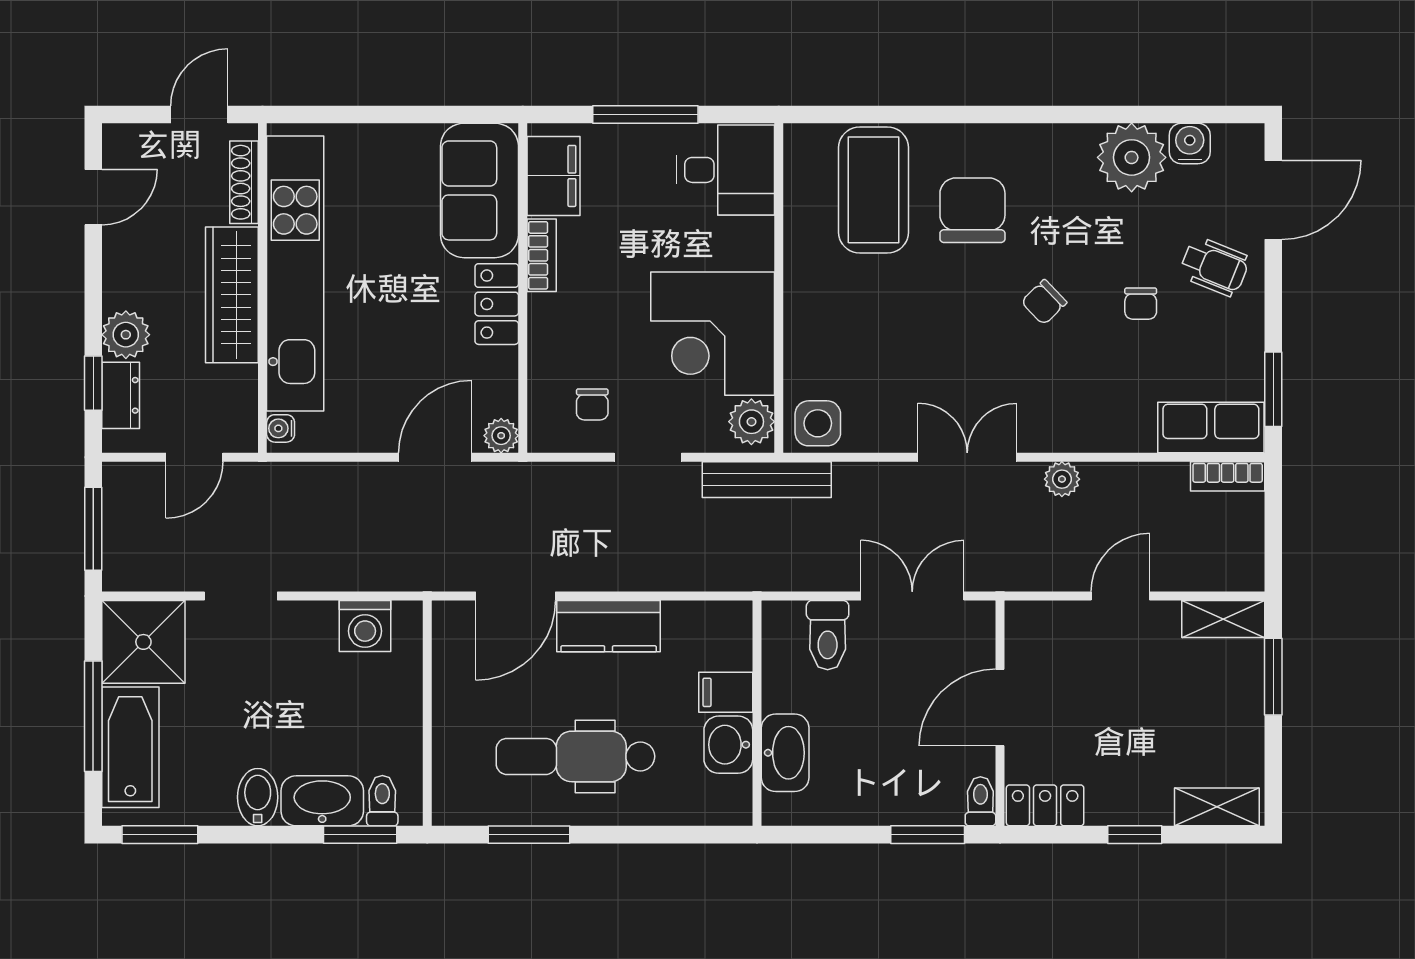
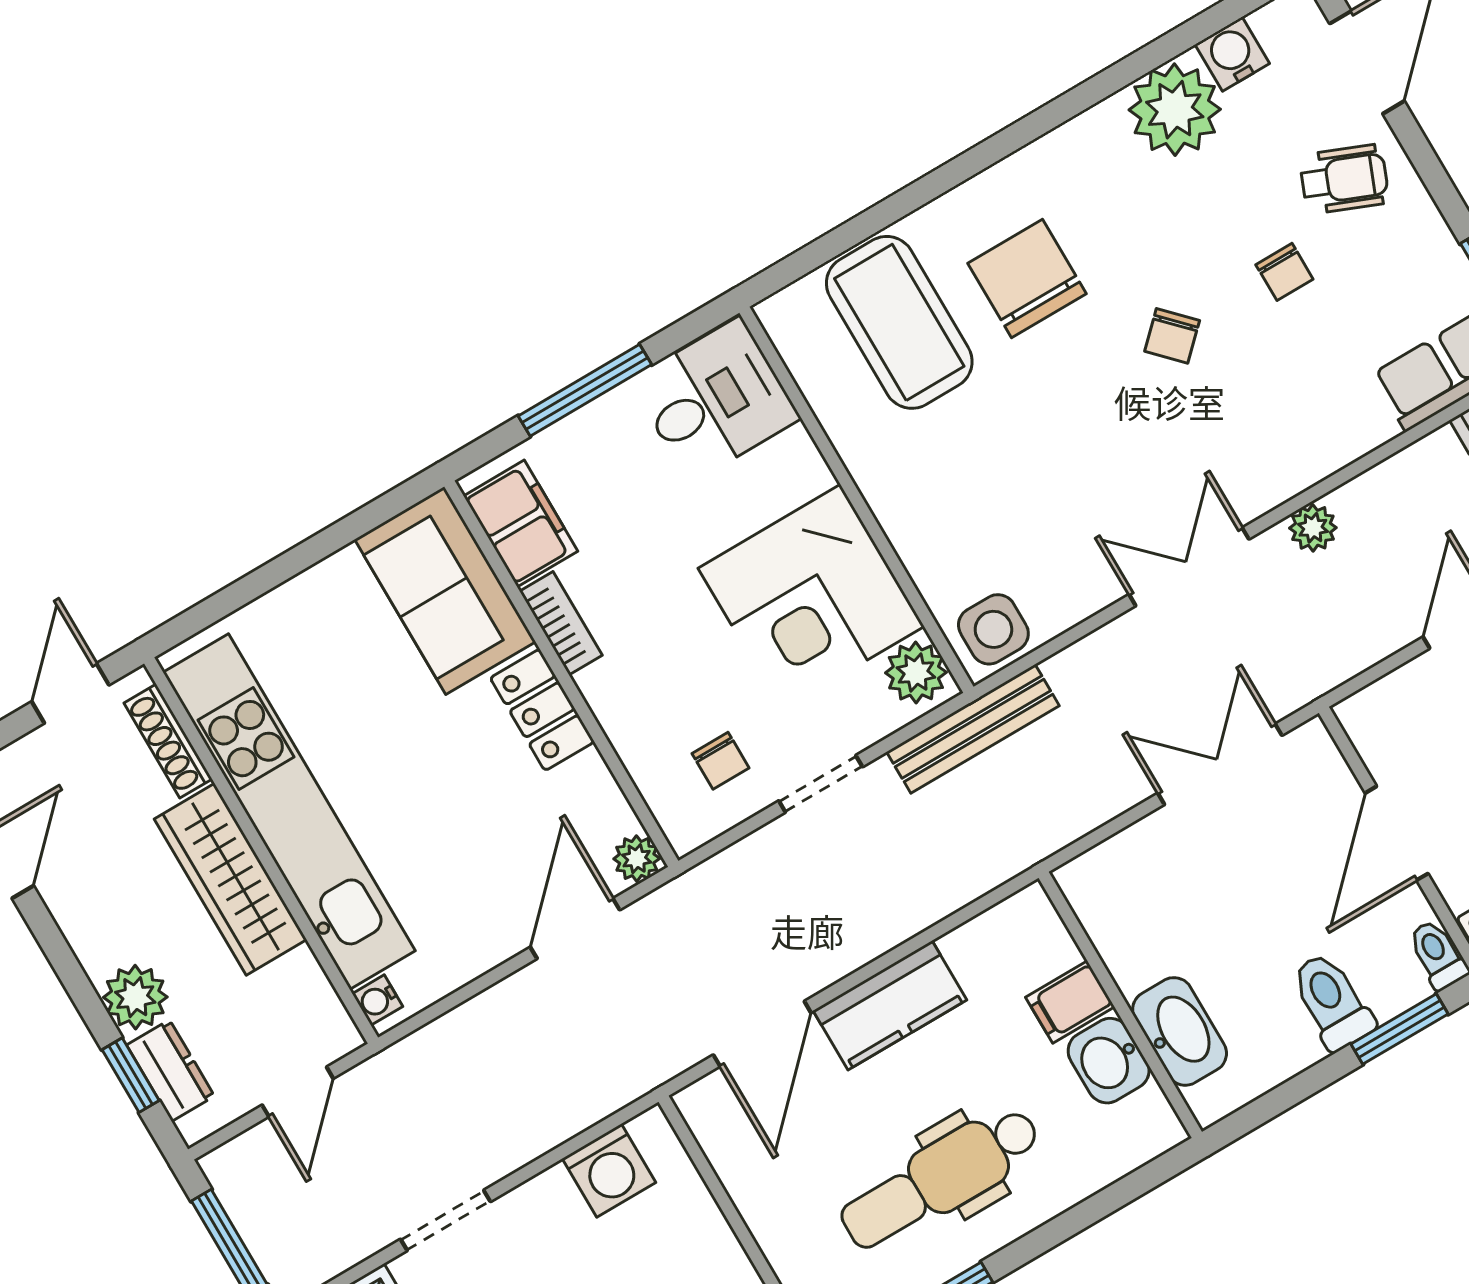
toilet: (828, 635) -> (1332, 1001), moved, turned 180

